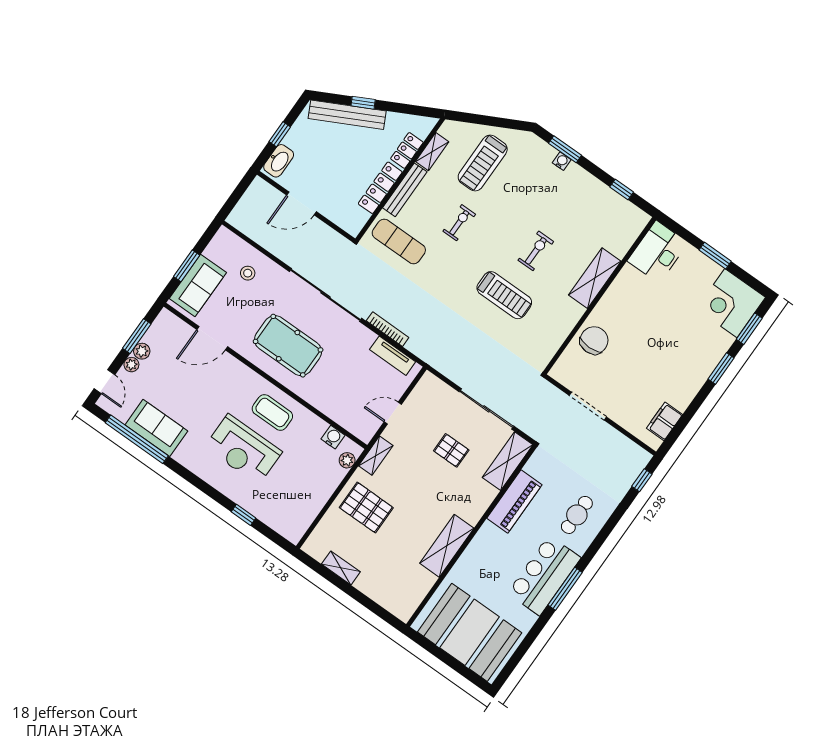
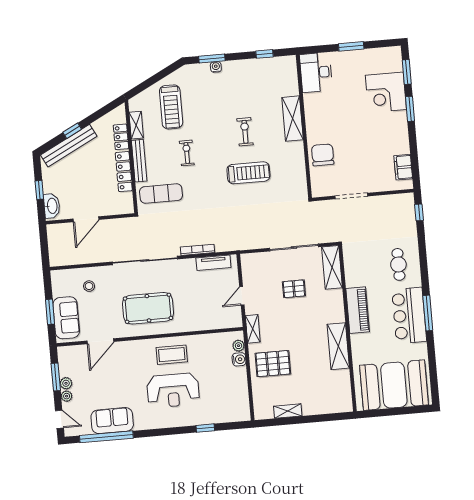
corner desk: (731, 303) -> (386, 92), moved
water cooler: (333, 437) -> (239, 359), moved, turned 90
piano: (514, 502) -> (358, 310), moved

